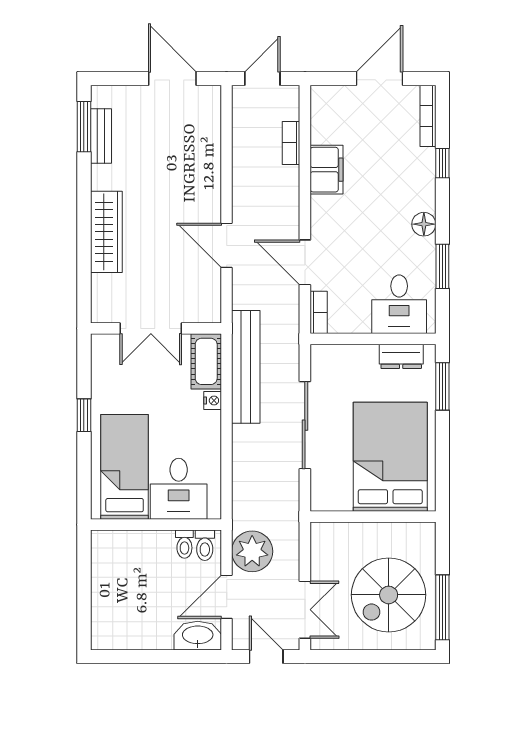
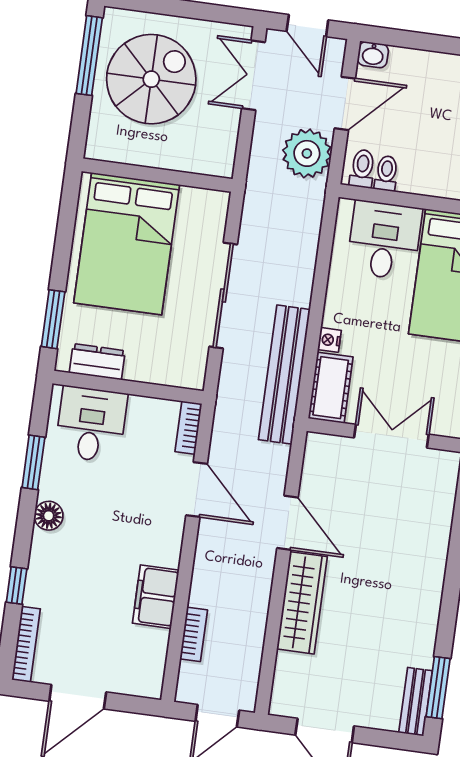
bench: (101, 136) -> (416, 702), moved
wardrobe: (106, 232) -> (302, 603), moved, turned 180
washbasin: (198, 636) -> (373, 55), width x0.52, depth x0.69

